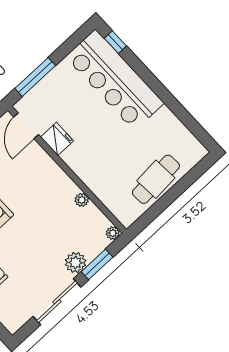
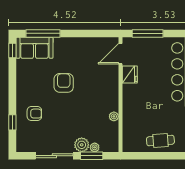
cafe table: (156, 179) -> (160, 141), width x0.73, depth x0.74
plant: (113, 233) -> (95, 147), moved

